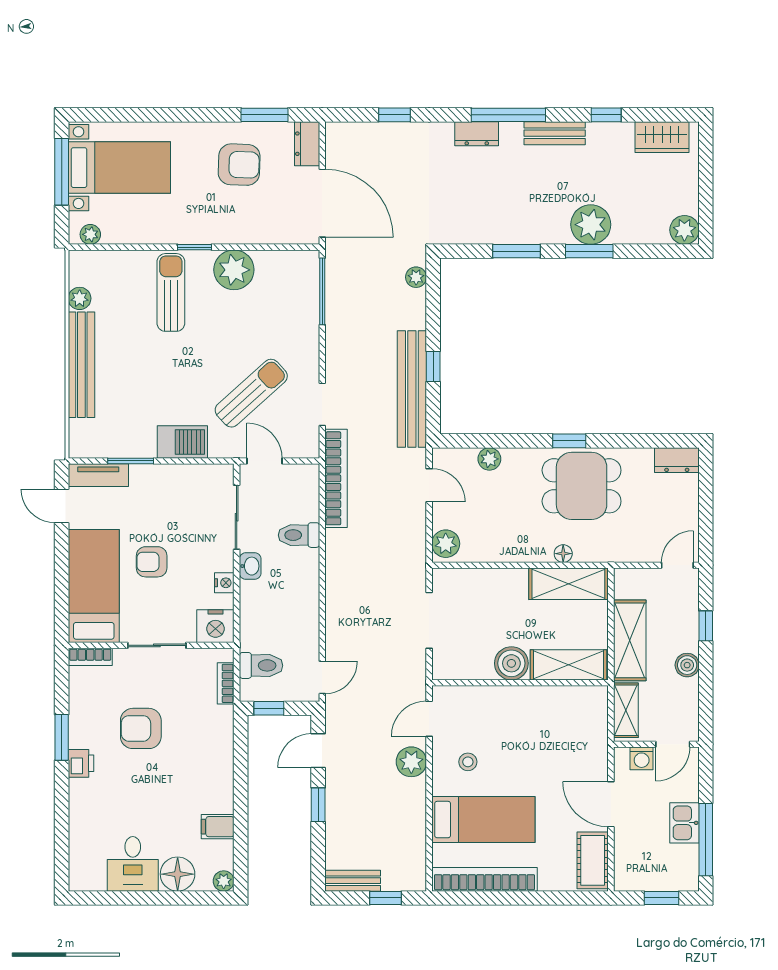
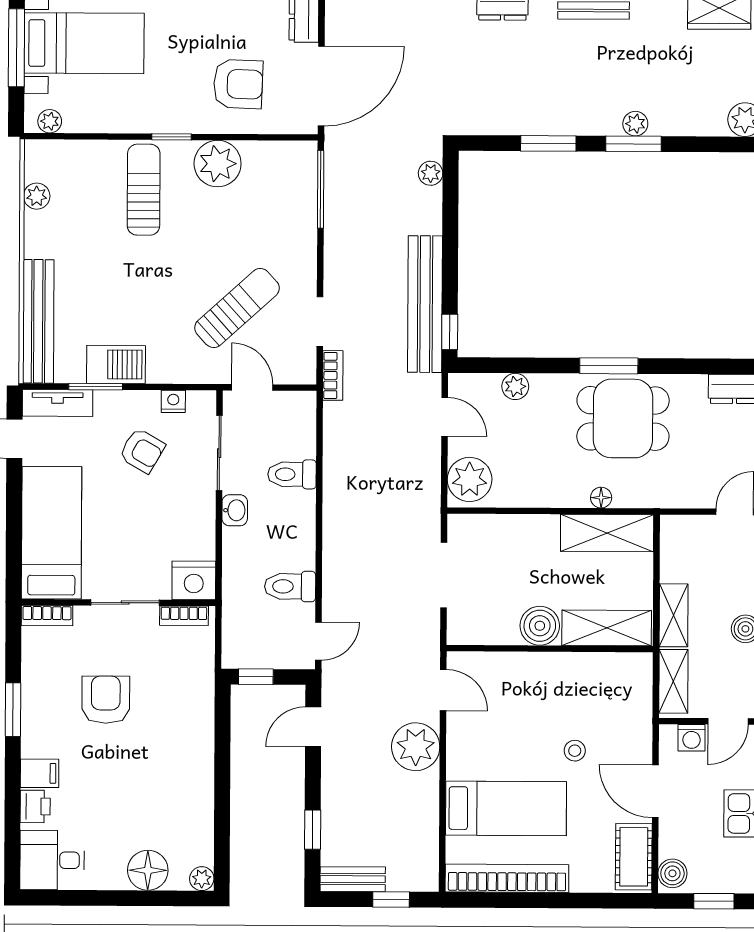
armchair: (239, 165) -> (238, 84), moved
door: (322, 203) -> (321, 86), hinge flipped
plant: (591, 225) -> (635, 124), width x0.53, depth x0.53
bench: (81, 365) -> (38, 321), moved
window: (433, 367) -> (450, 332), moved
window: (569, 441) -> (609, 366), width x1.50
barbecue: (182, 442) -> (116, 364), moved
bookcase: (336, 478) -> (333, 375), width x0.43, depth x0.76
plant: (446, 544) -> (470, 479), width x1.36, depth x1.36
armchair: (152, 562) -> (142, 451), moved, turned -150
nightstand: (224, 583) -> (173, 401), moved, turned -90
shelving: (630, 640) -> (674, 615), width x0.67, depth x0.75
toilet: (261, 665) -> (290, 586), moved, turned 180
bookcase: (226, 683) -> (184, 616), moved, turned -90
door: (429, 719) -> (443, 690), swing flipped
armchair: (141, 728) -> (106, 700), turned 90
plant: (411, 762) -> (416, 747), width x1.36, depth x1.36
stool: (468, 762) -> (575, 751), moved
printer: (81, 763) -> (35, 806), moved
window: (318, 805) -> (313, 830), moved
filing cabinet: (218, 827) -> (40, 773), moved, turned 180
desk: (133, 864) -> (52, 860), moved, turned 90
boiler: (626, 874) -> (672, 873), added

